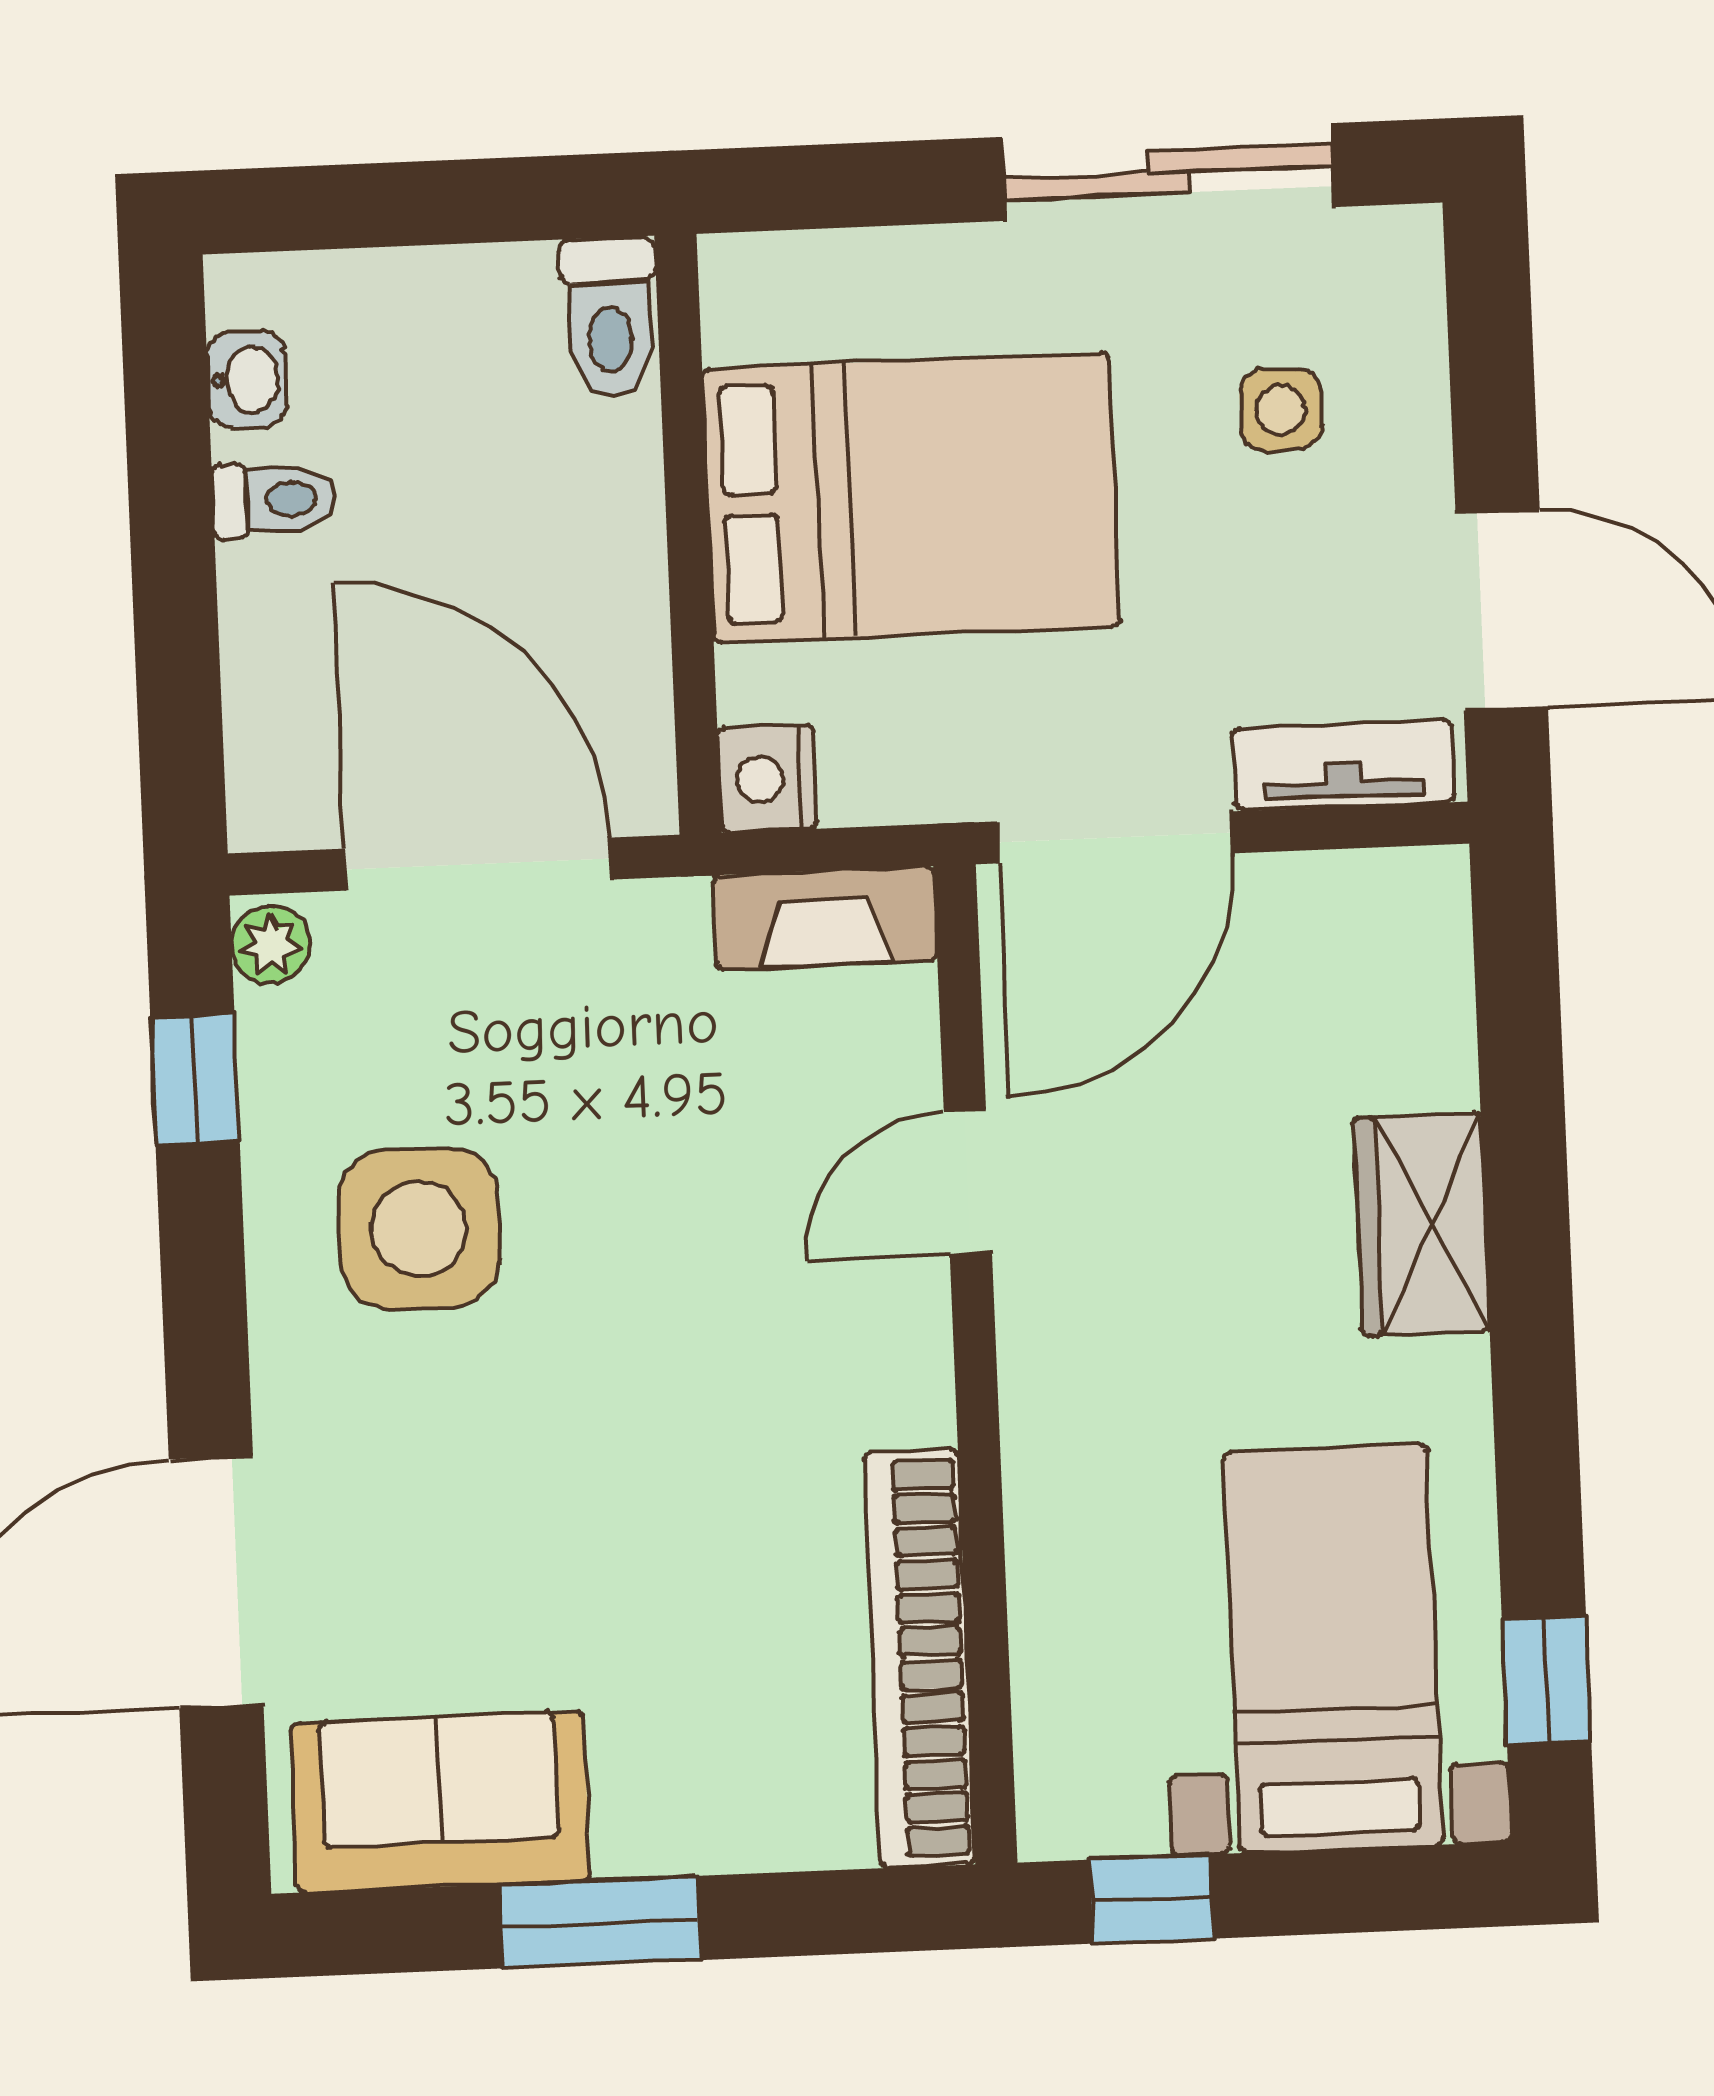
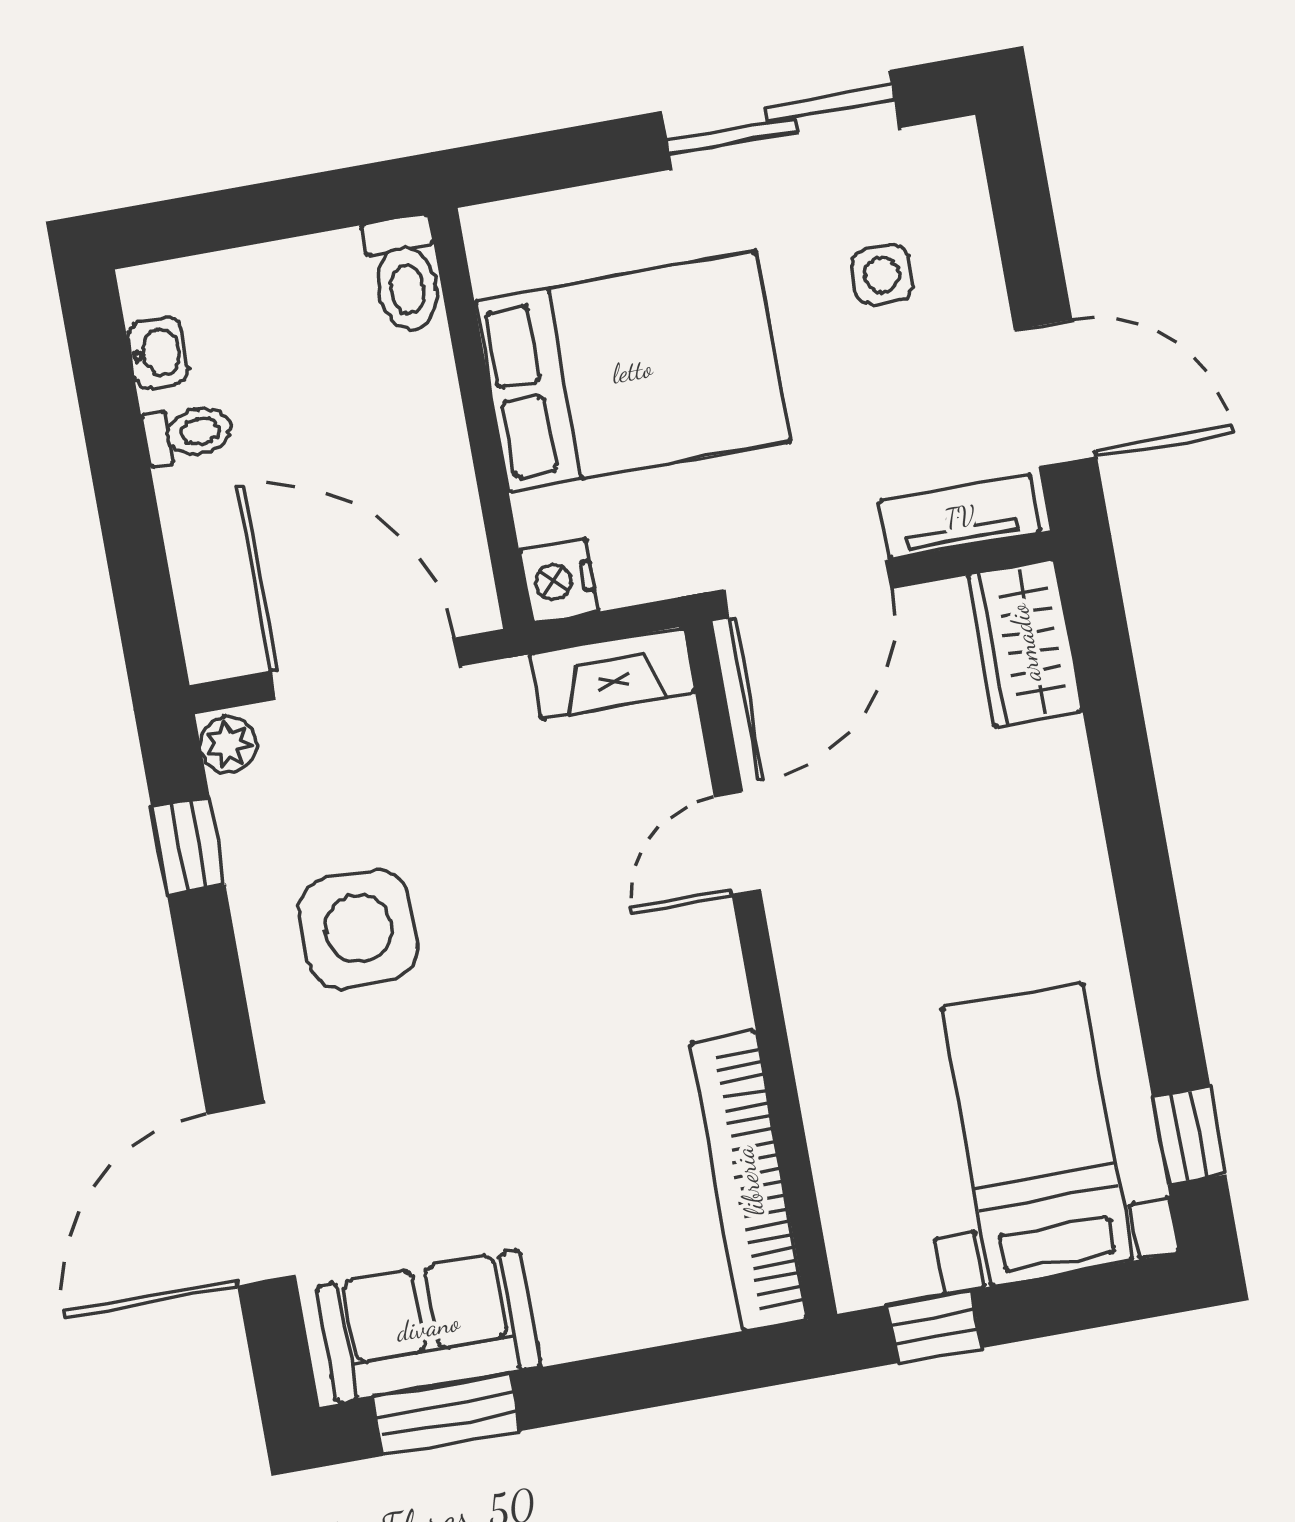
wardrobe: (1422, 1224) -> (1025, 643), moved
window: (600, 1922) -> (446, 1414), moved

